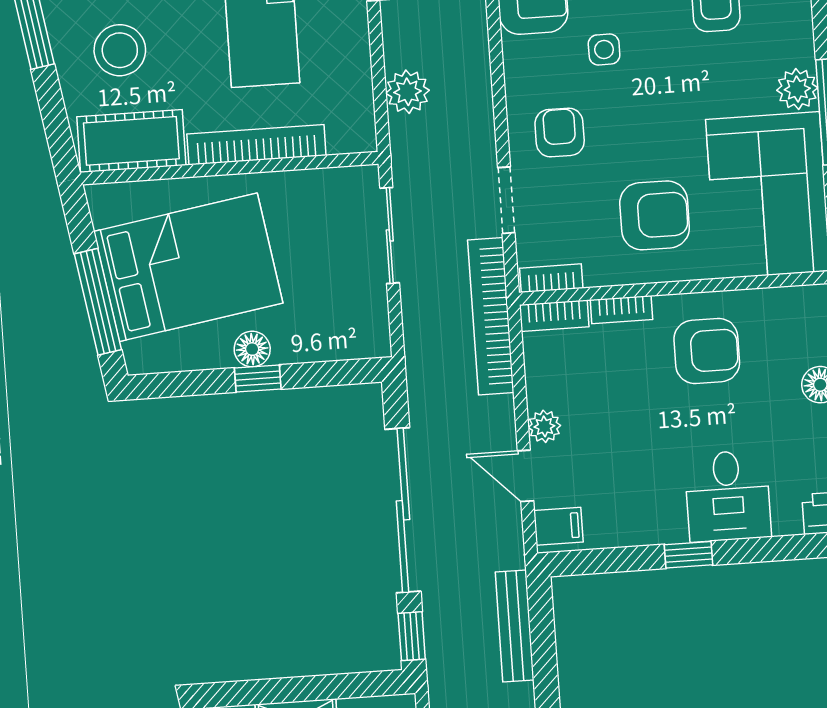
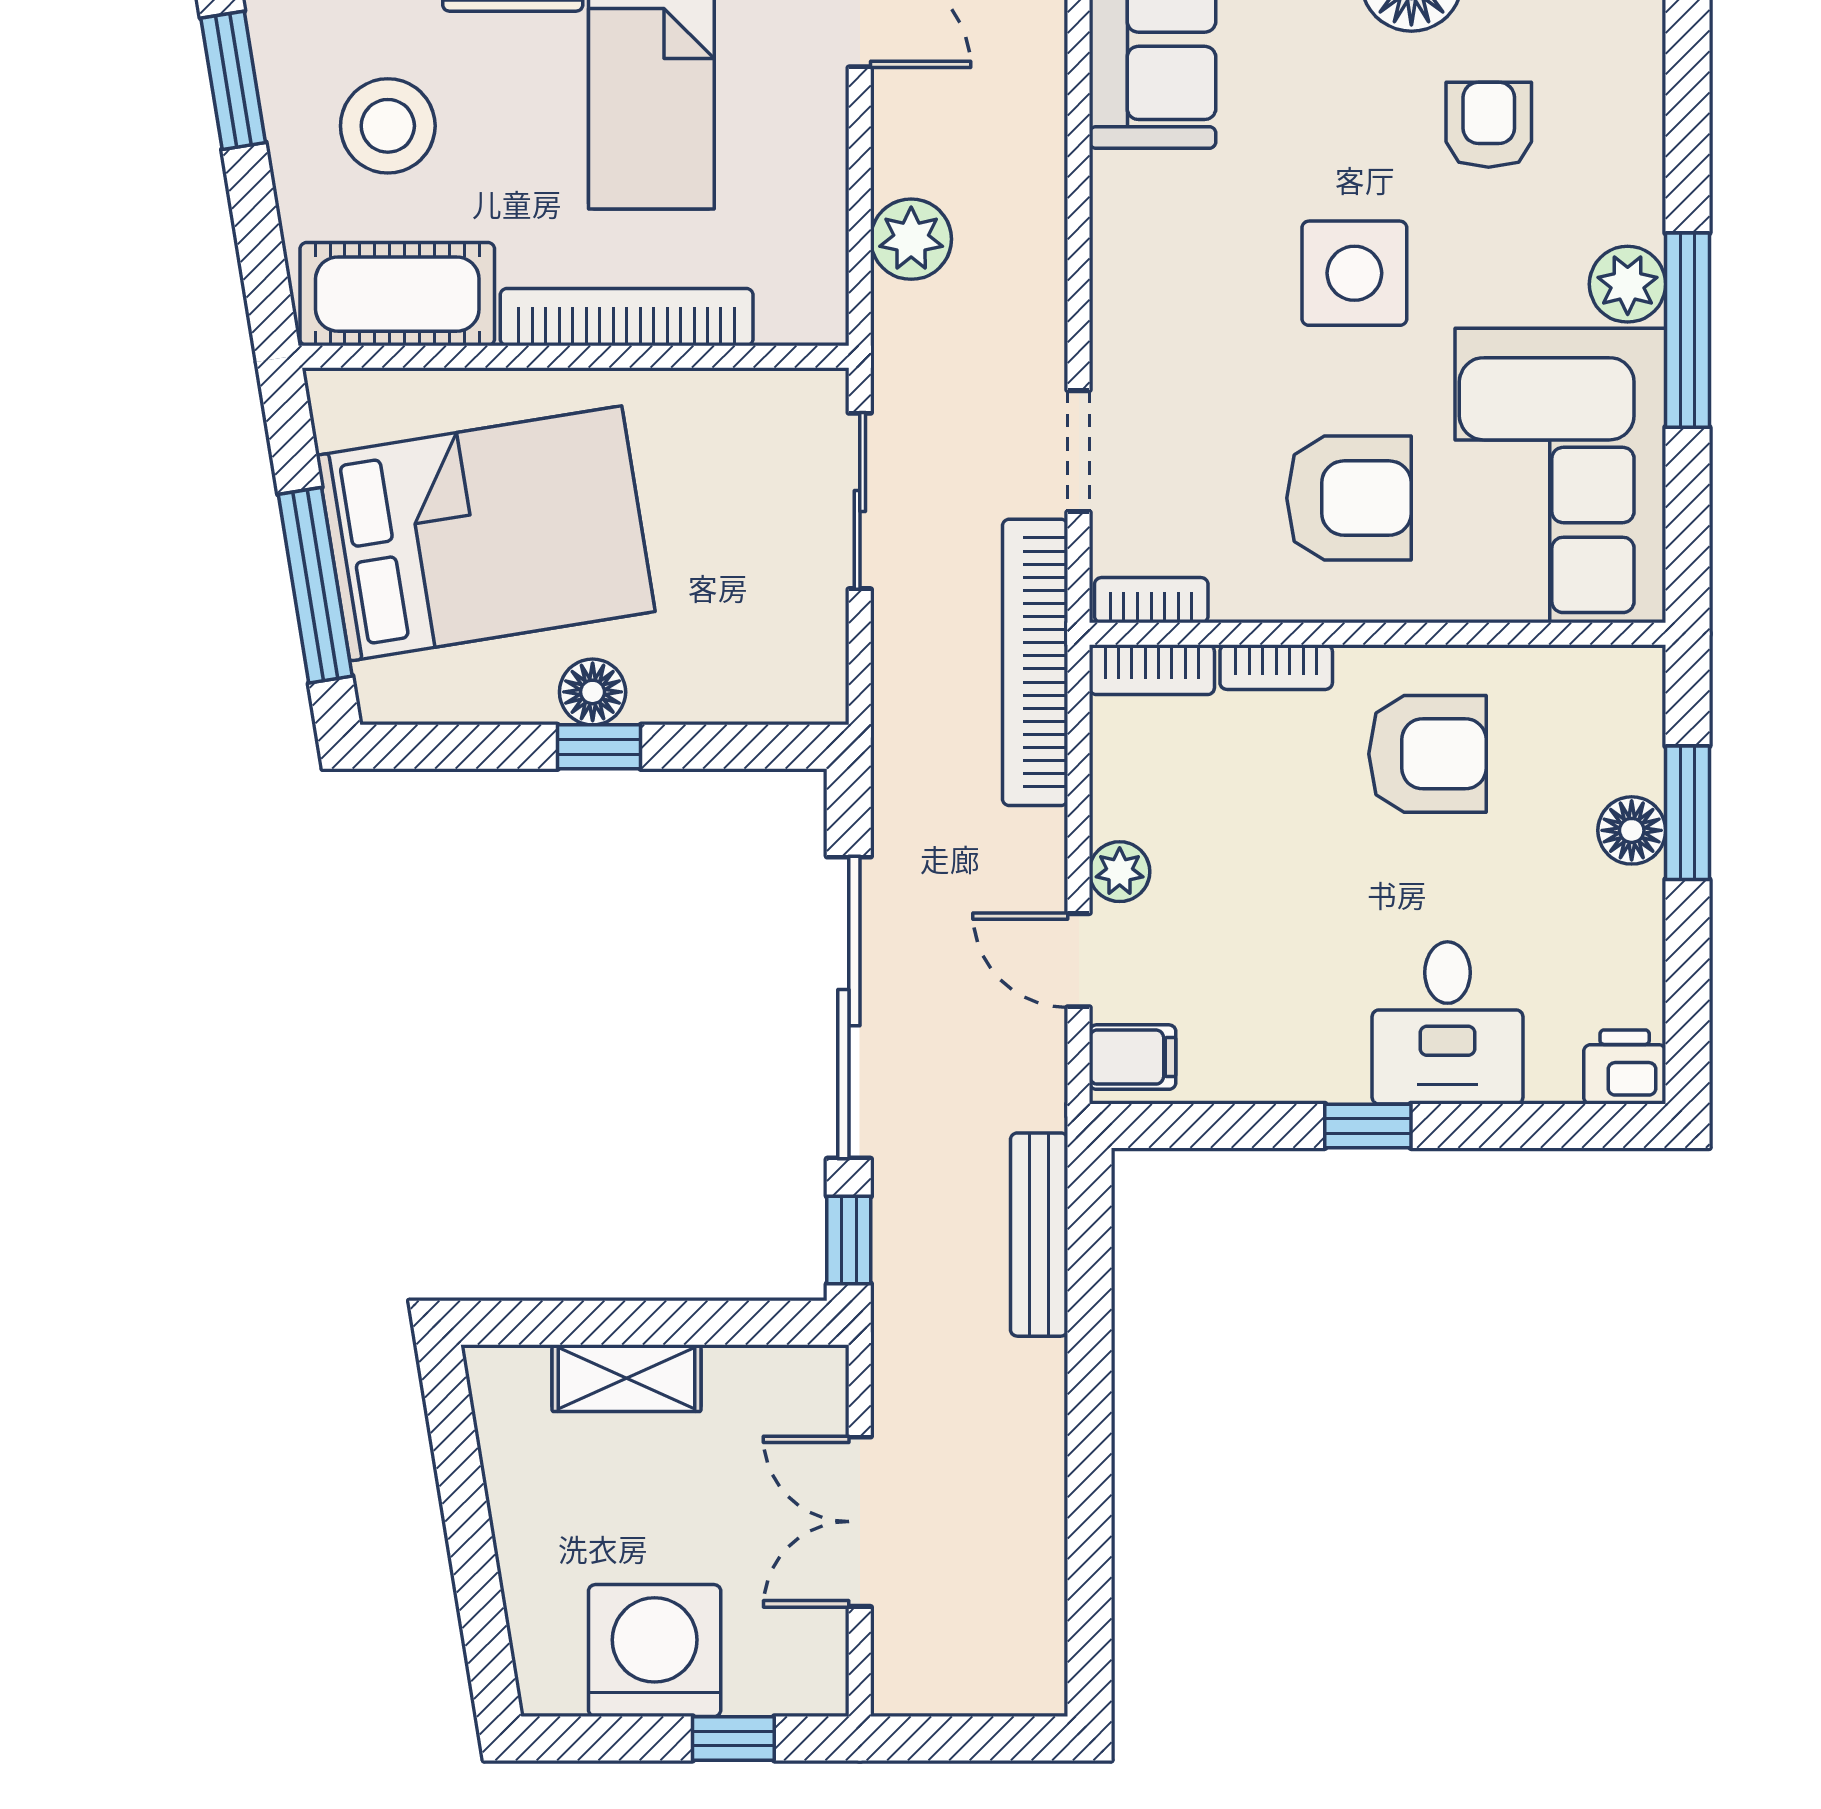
side table: (604, 49) -> (1354, 273), moved, width x1.87, depth x1.87
armchair: (560, 132) -> (1185, 333), removed

